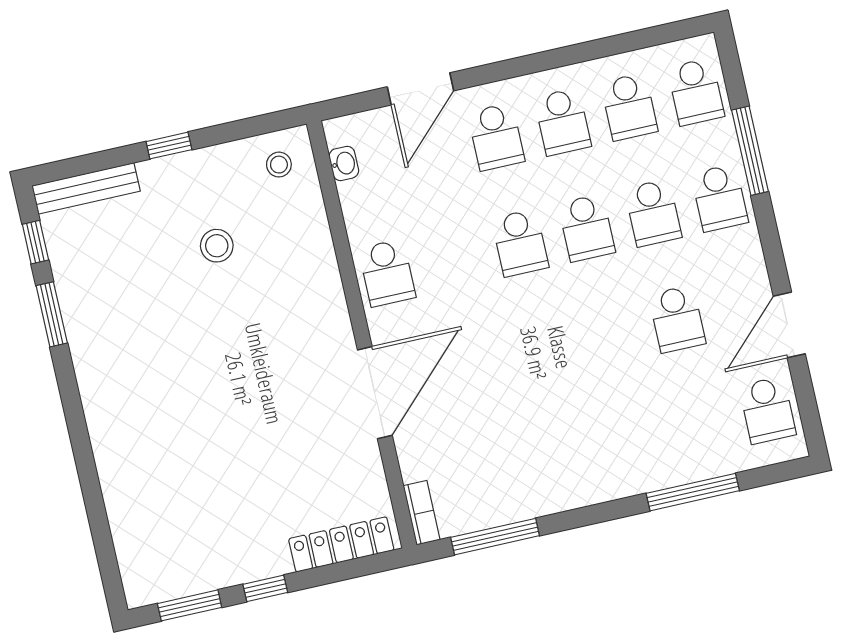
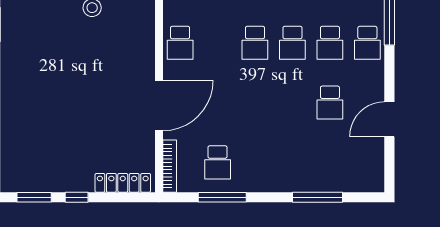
school desk: (767, 410) -> (218, 162), moved
bookcase: (422, 513) -> (170, 166), width x1.56
window: (495, 537) -> (222, 197), moved

